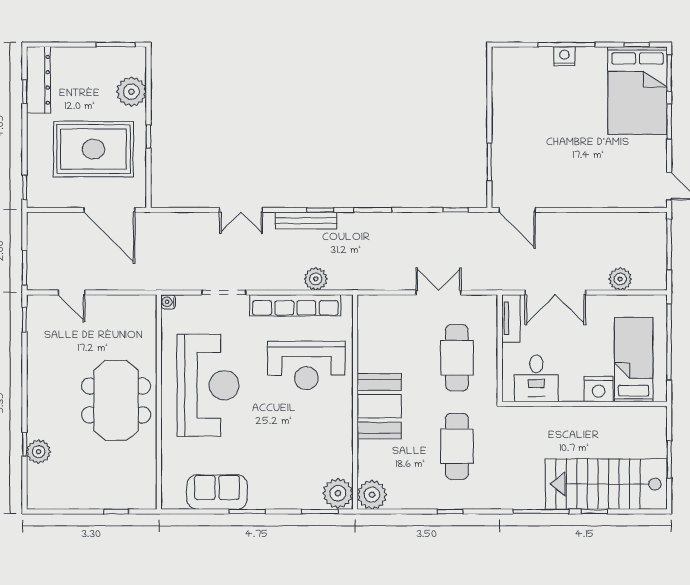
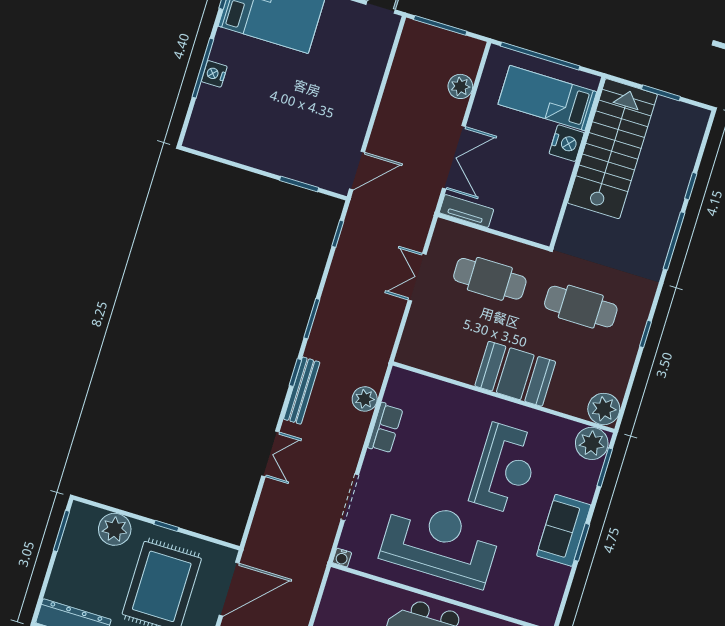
row of seats: (295, 305) -> (385, 428), width x0.50
reception desk: (306, 365) -> (505, 469), moved
desk: (536, 378) -> (536, 204), removed
stairs: (606, 484) -> (612, 149), moved, turned 180
sofa: (217, 492) -> (564, 530), moved

